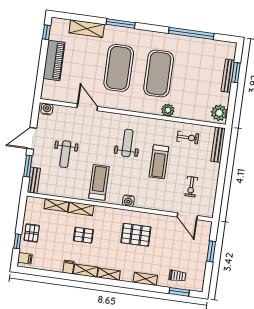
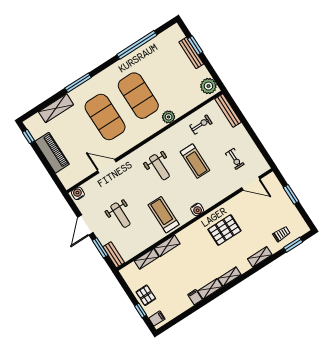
weight bench: (127, 143) -> (159, 167), turned 180
pallet: (83, 235) -> (186, 264), removed

